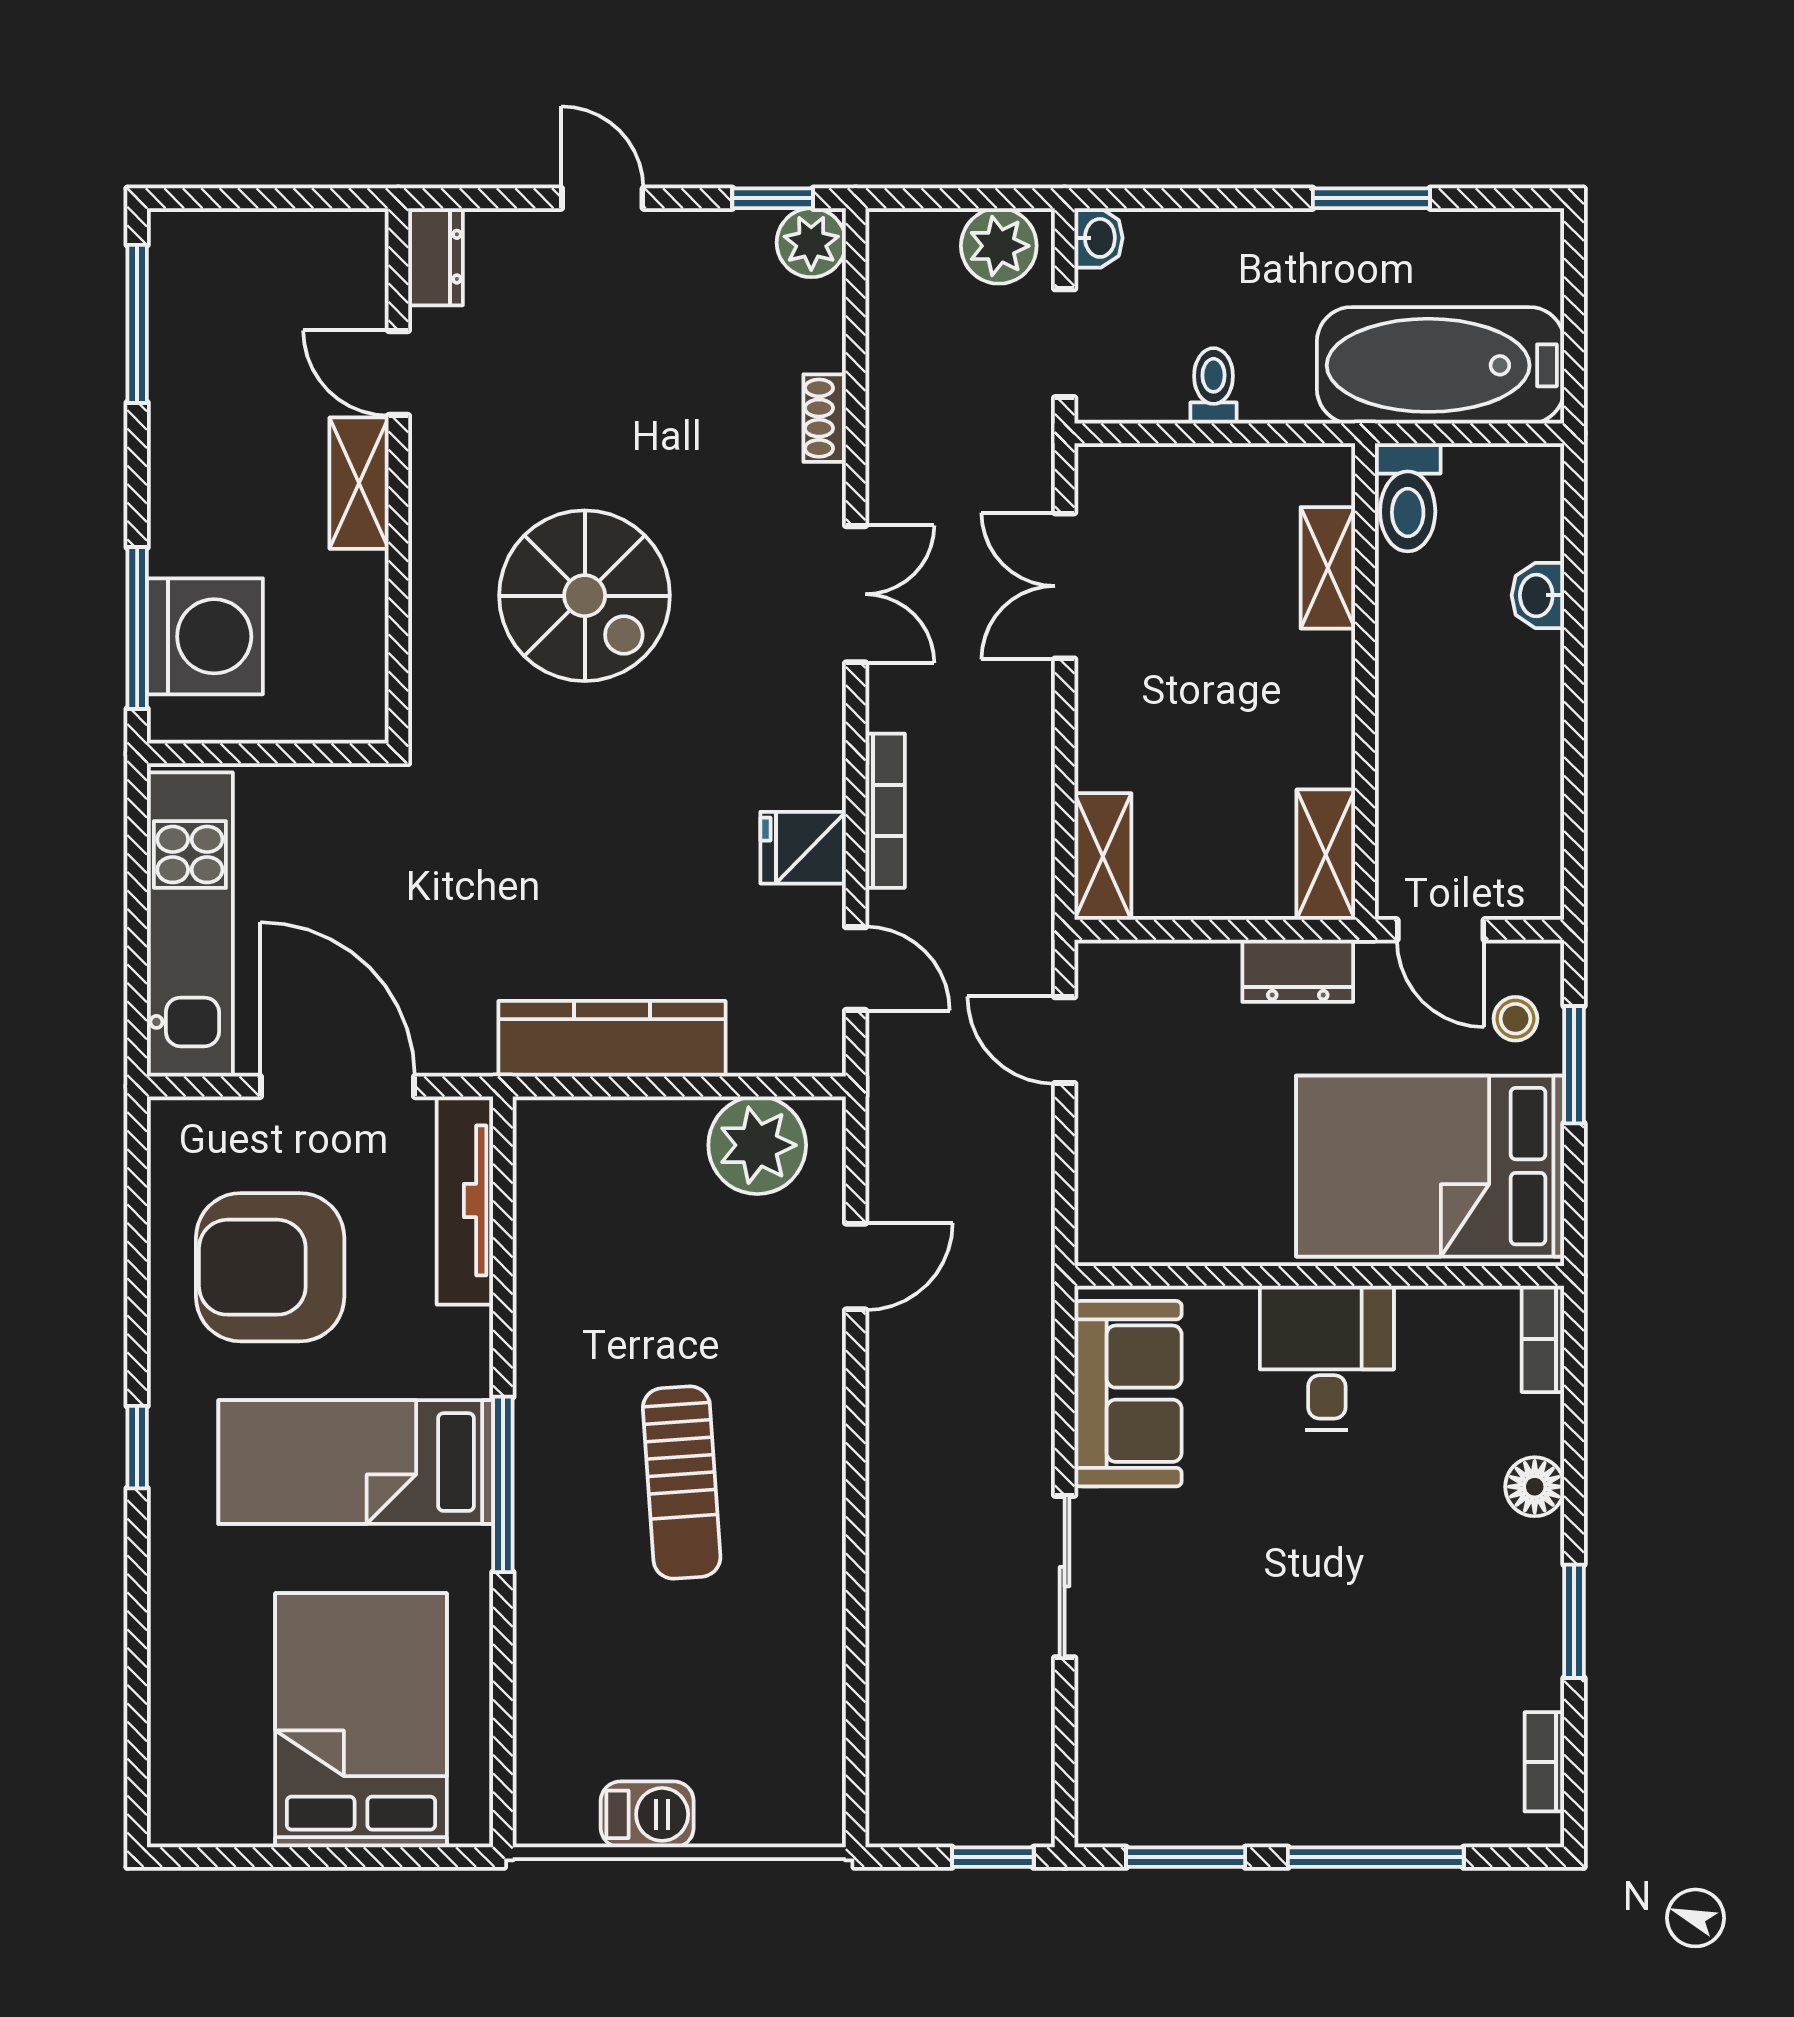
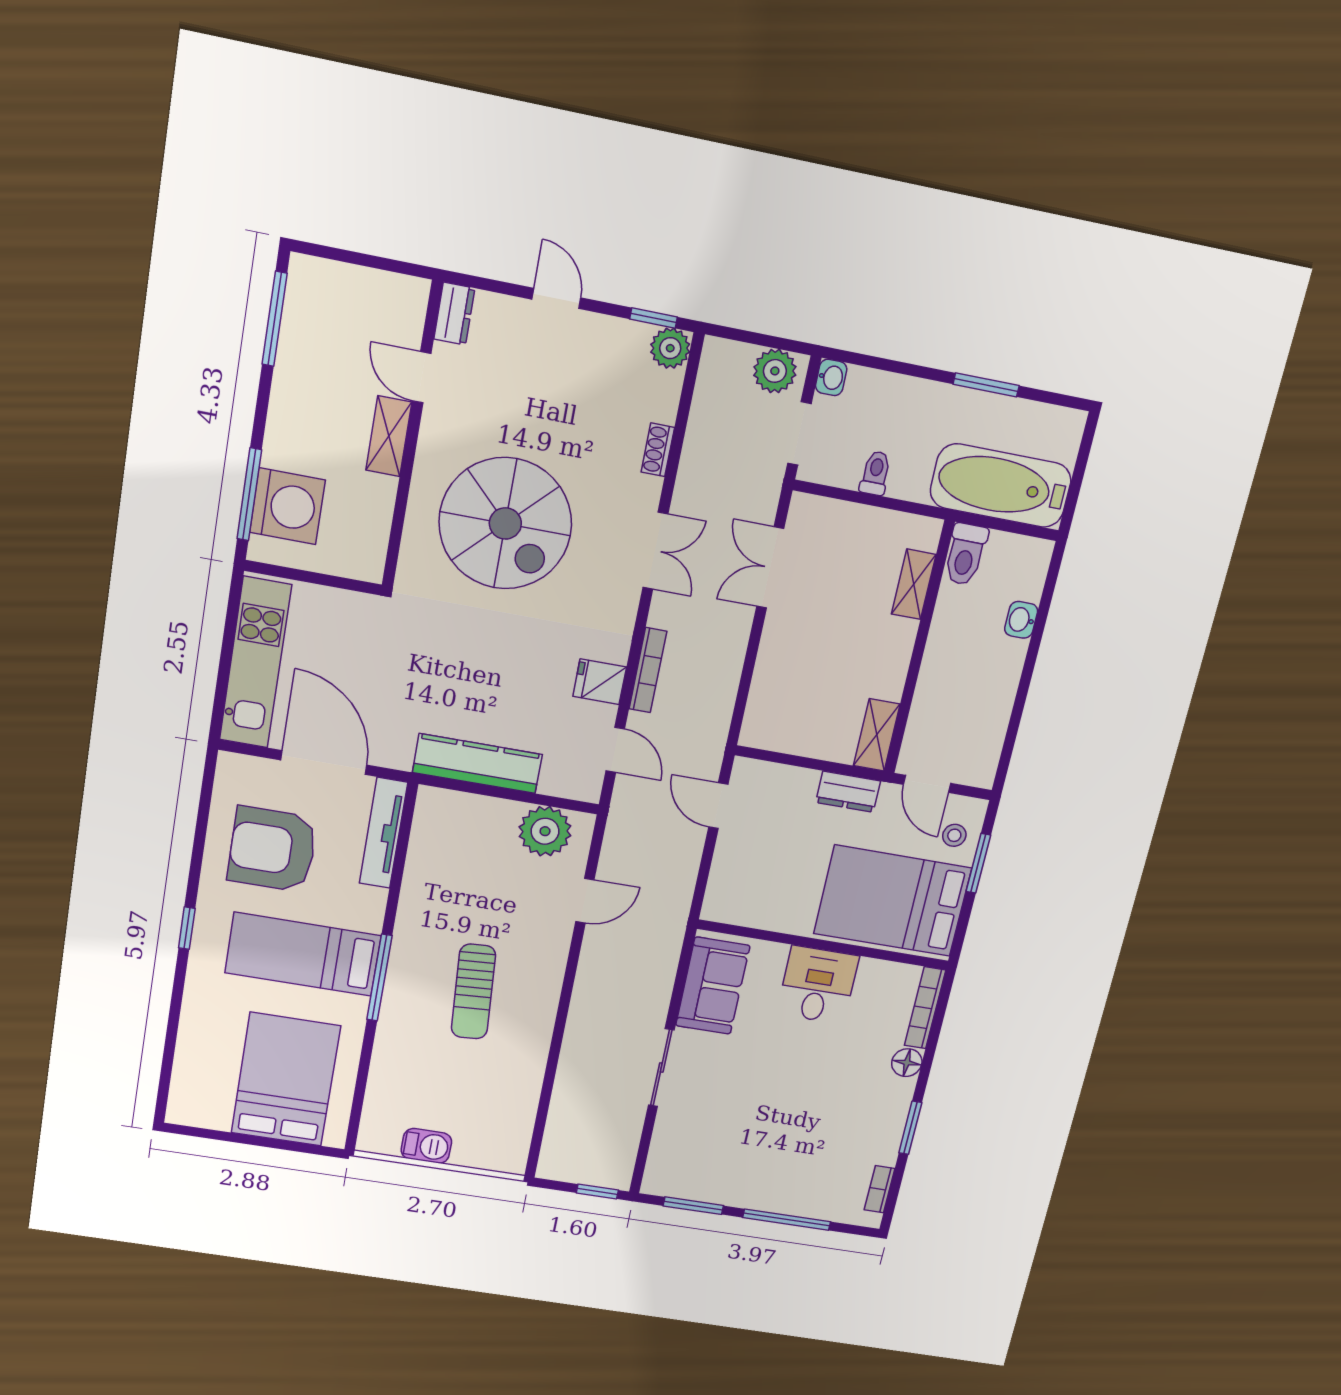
spiral stairs: (585, 596) -> (505, 523), width x1.37, depth x1.37
shelving: (1103, 857) -> (759, 715), removed
bookcase: (1543, 1339) -> (925, 1008), width x1.56

